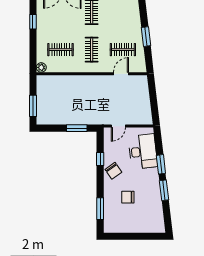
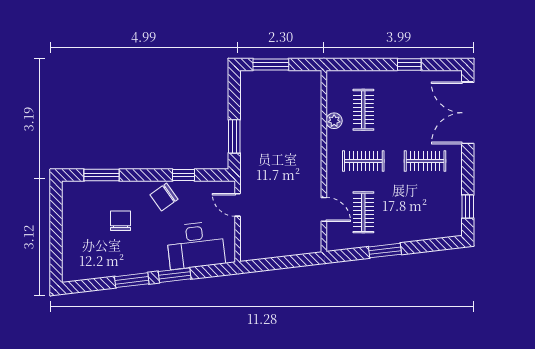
plant: (41, 67) -> (334, 121), moved

